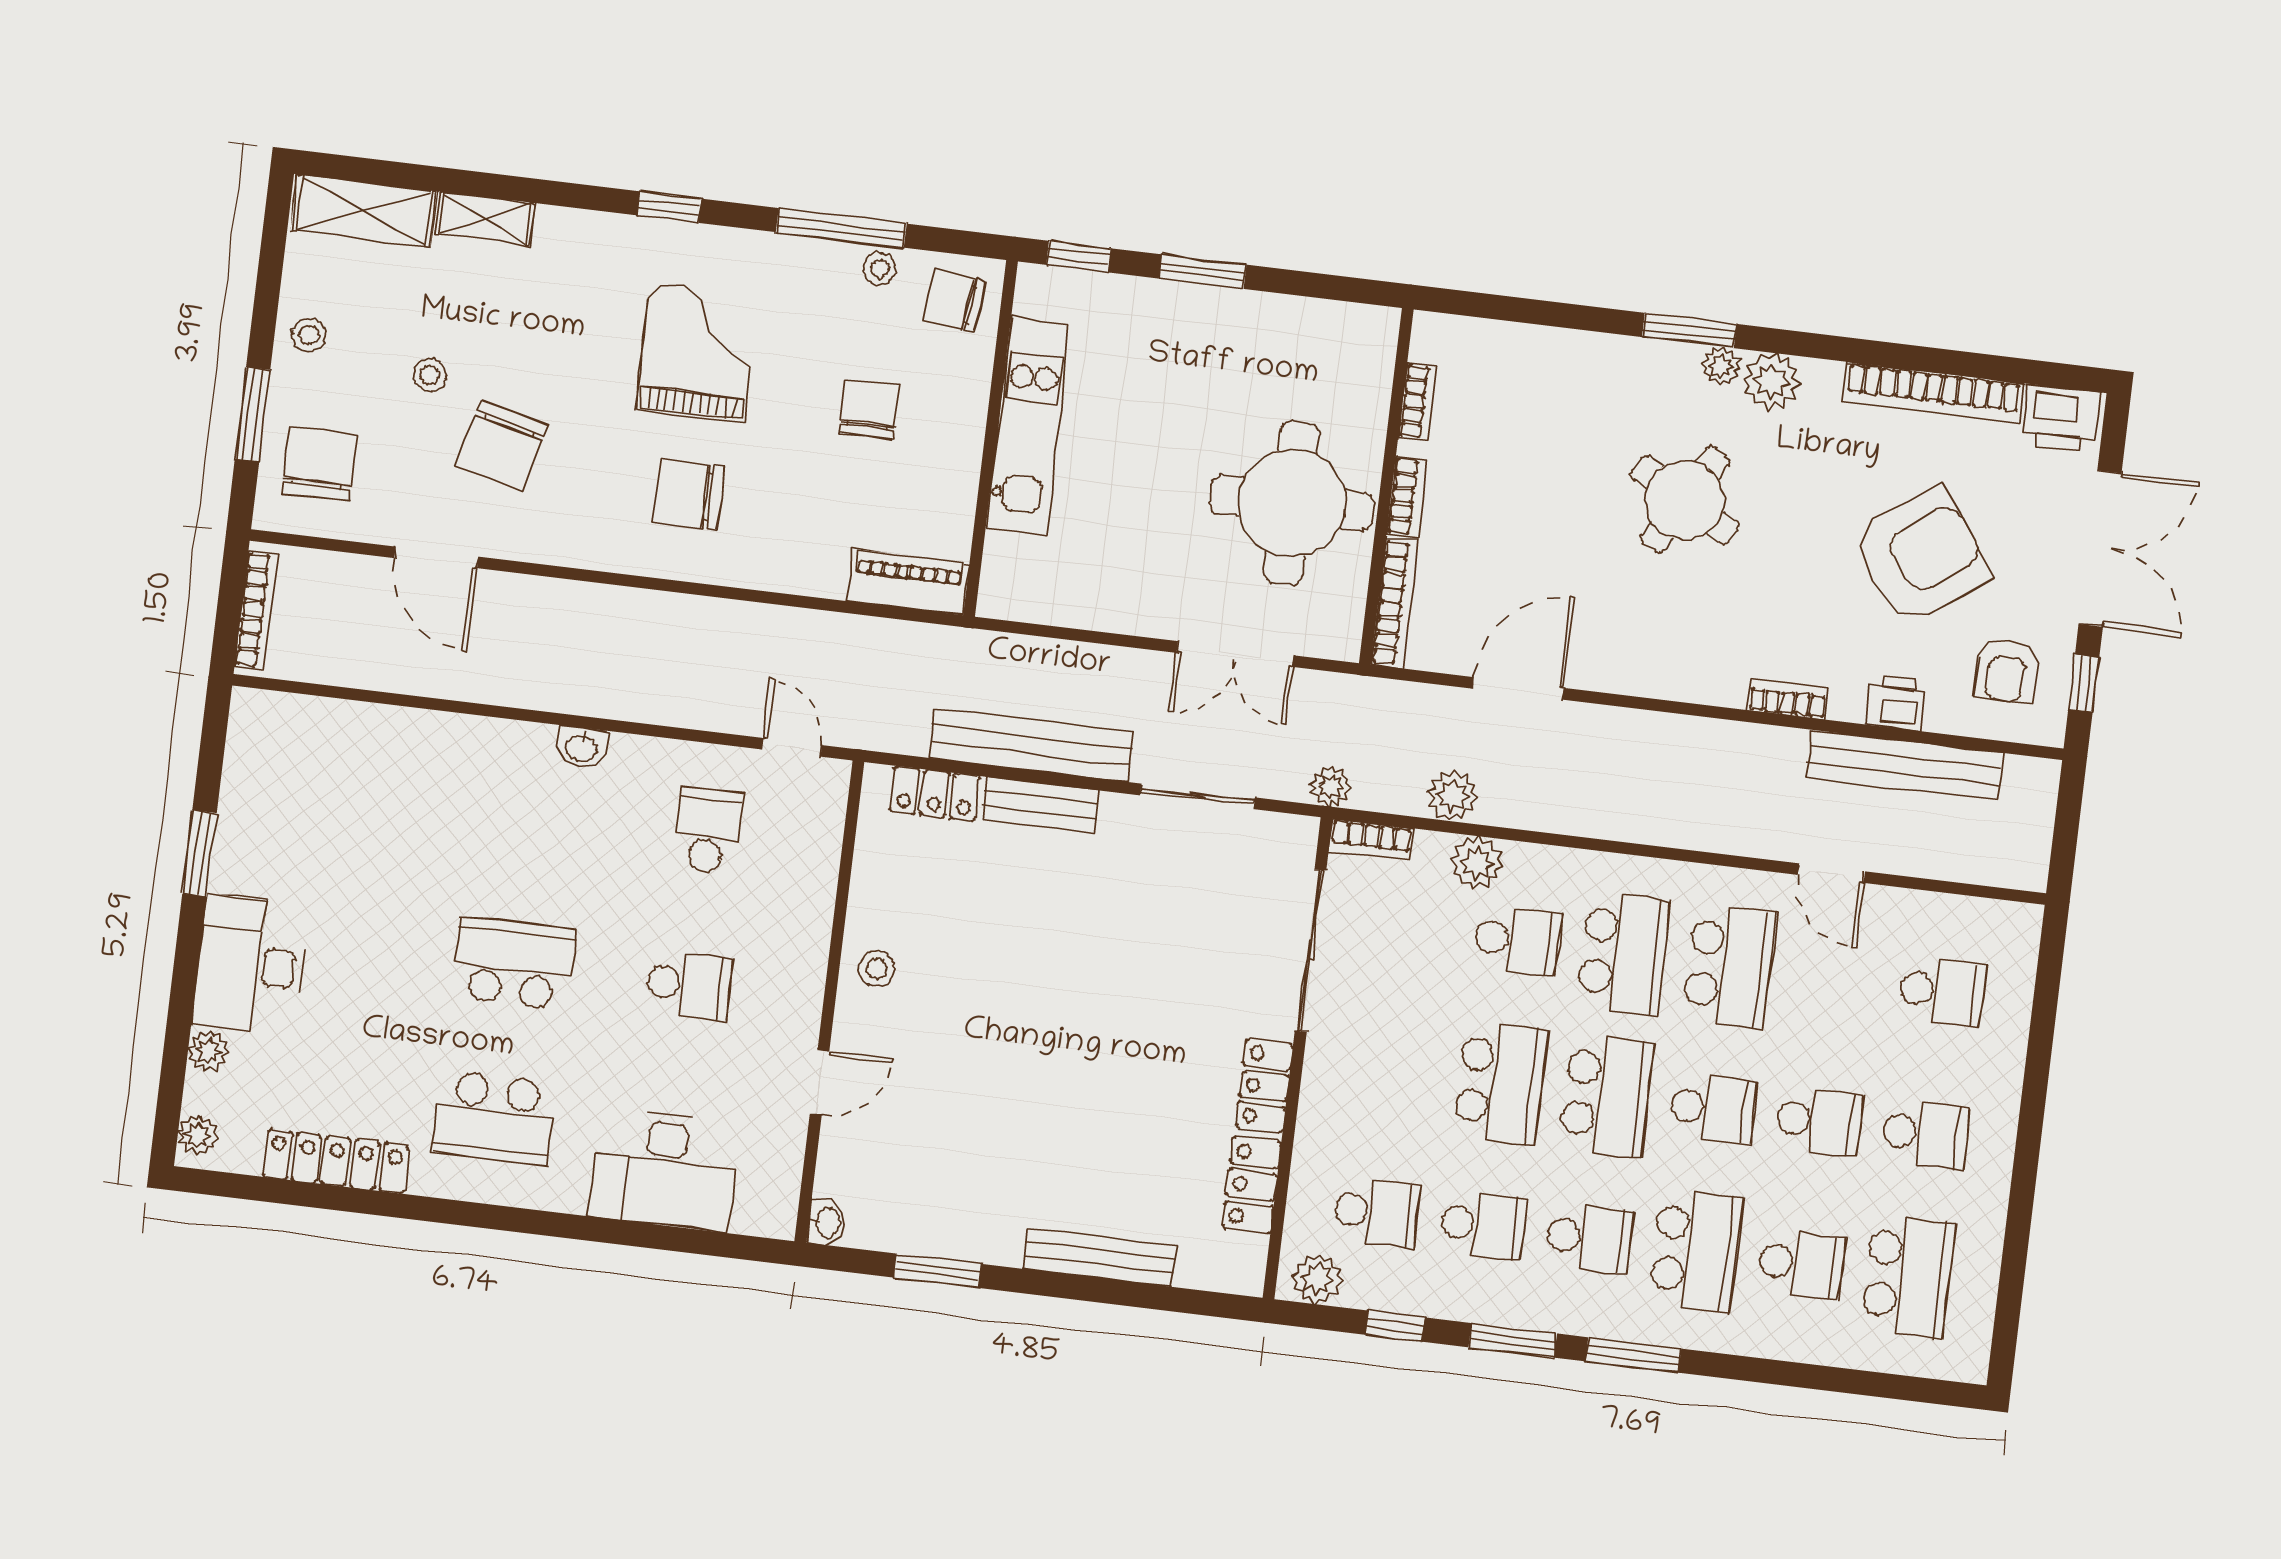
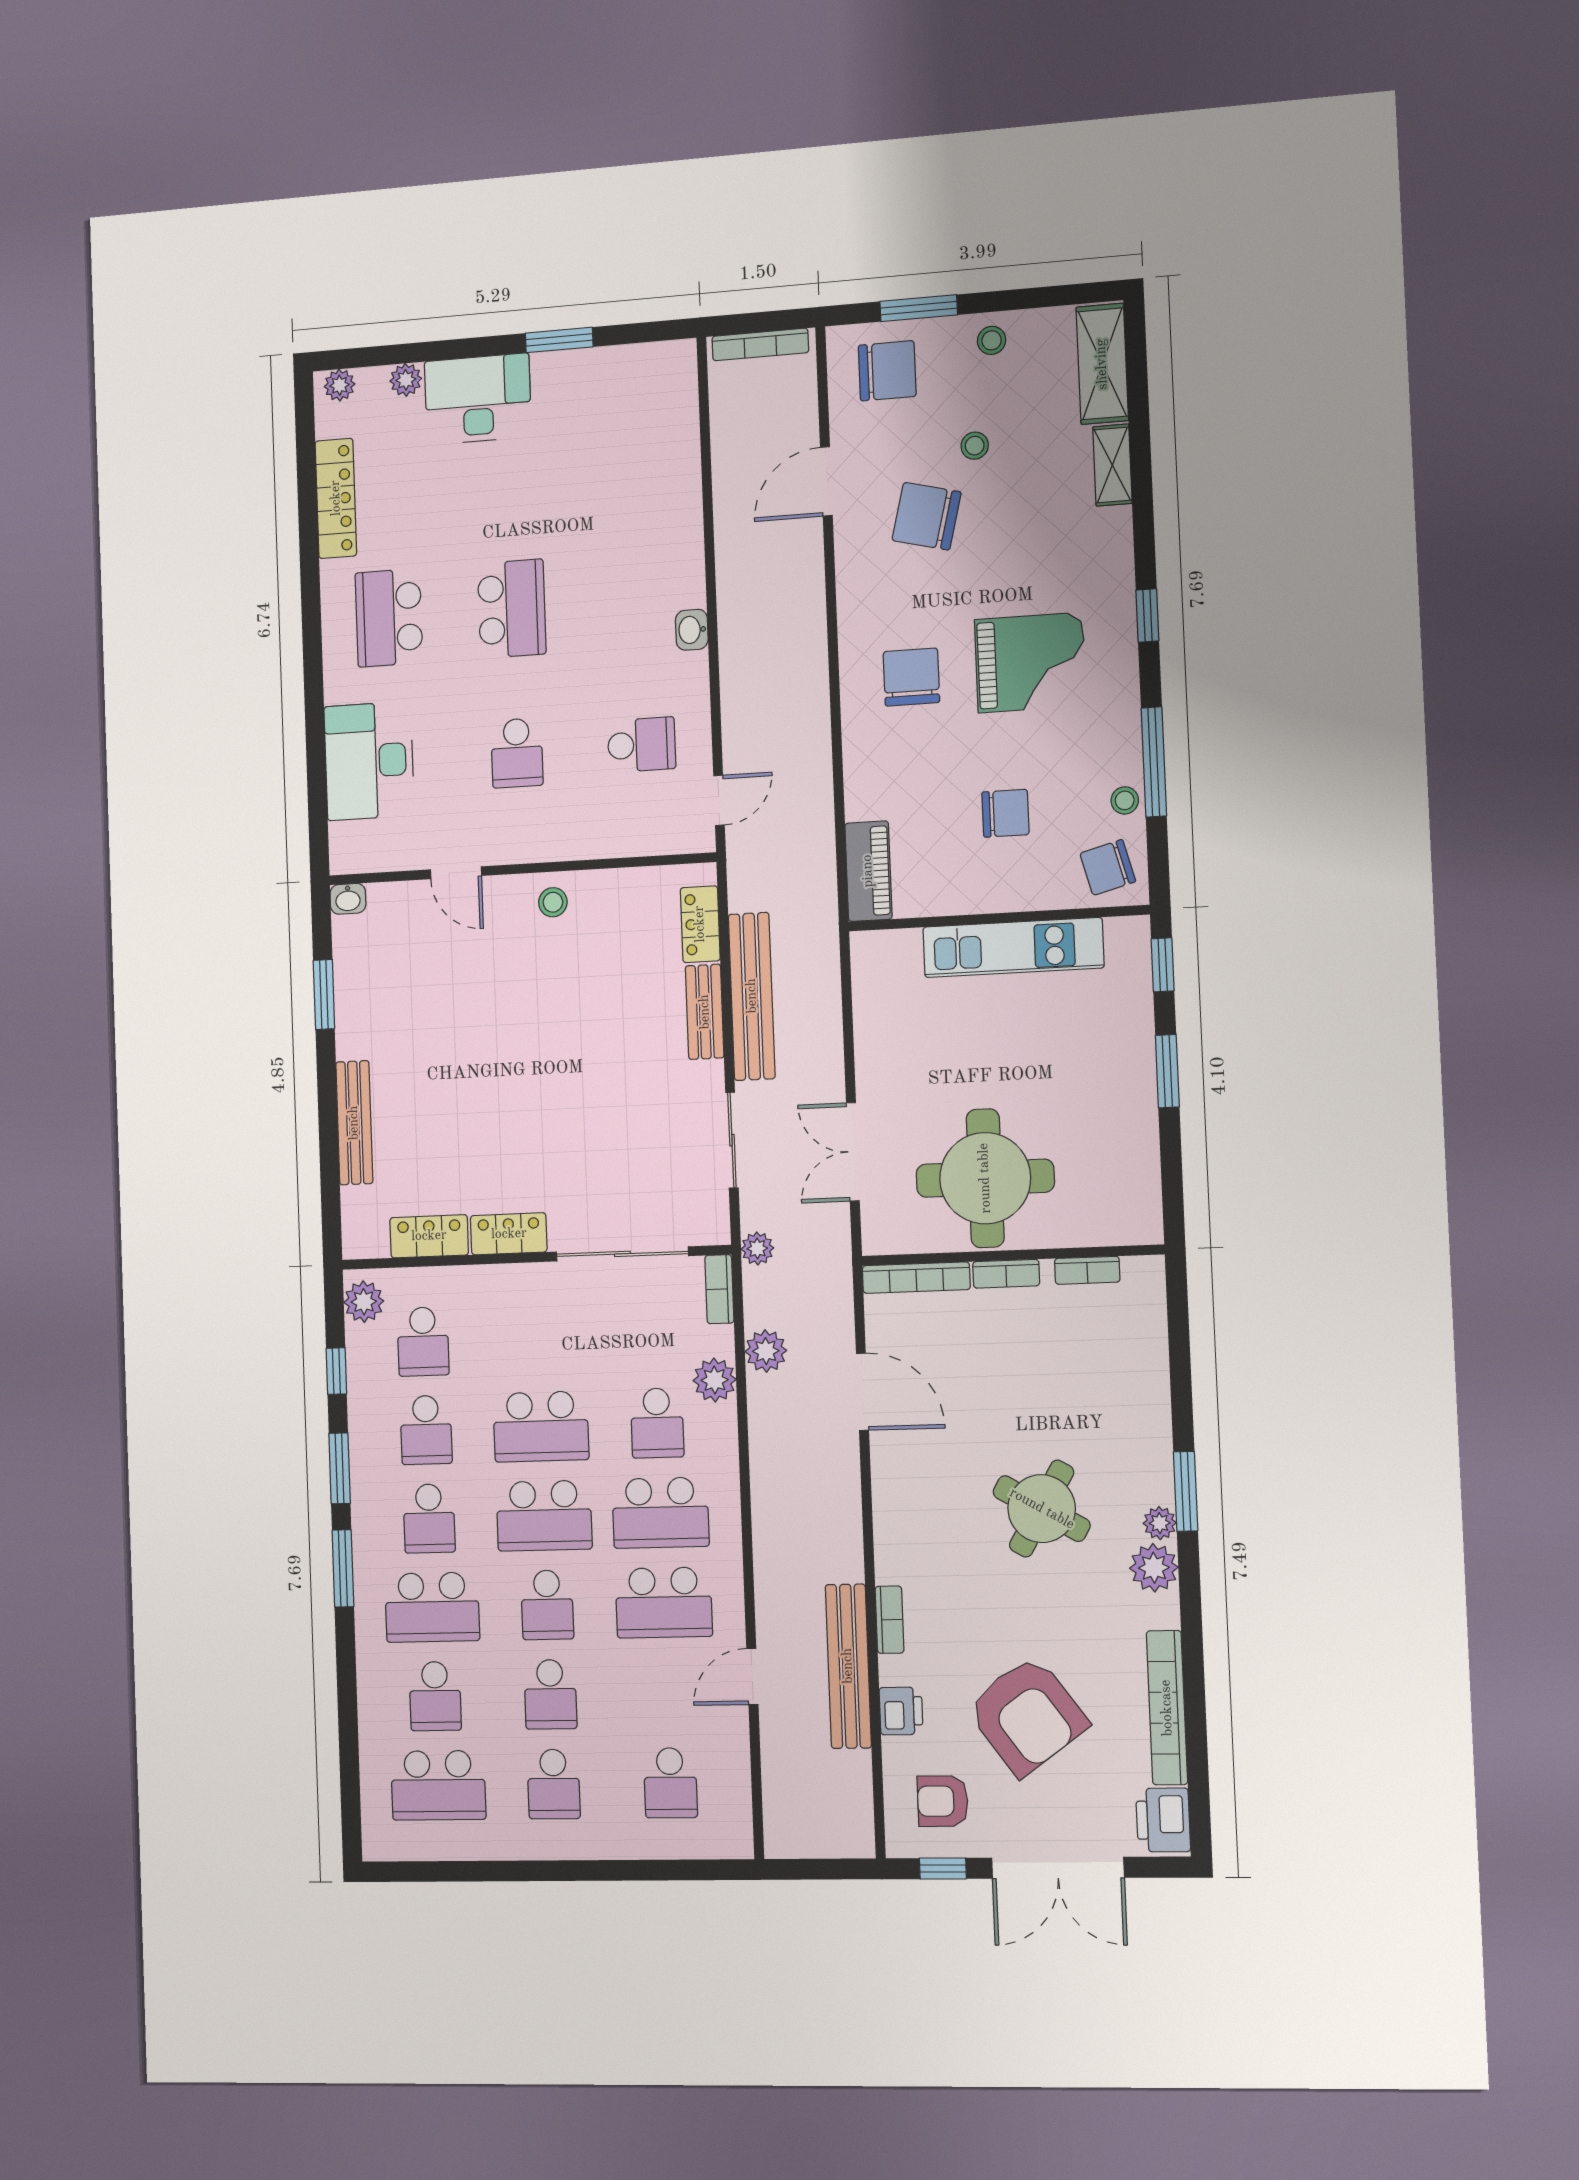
chair: (954, 301) -> (1108, 867), turned -112
bench: (1905, 765) -> (848, 1666), moved

